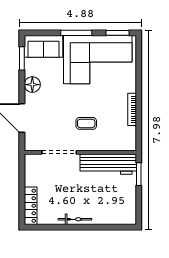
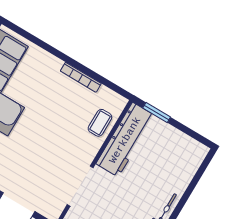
coffee table: (86, 123) -> (100, 123), moved

